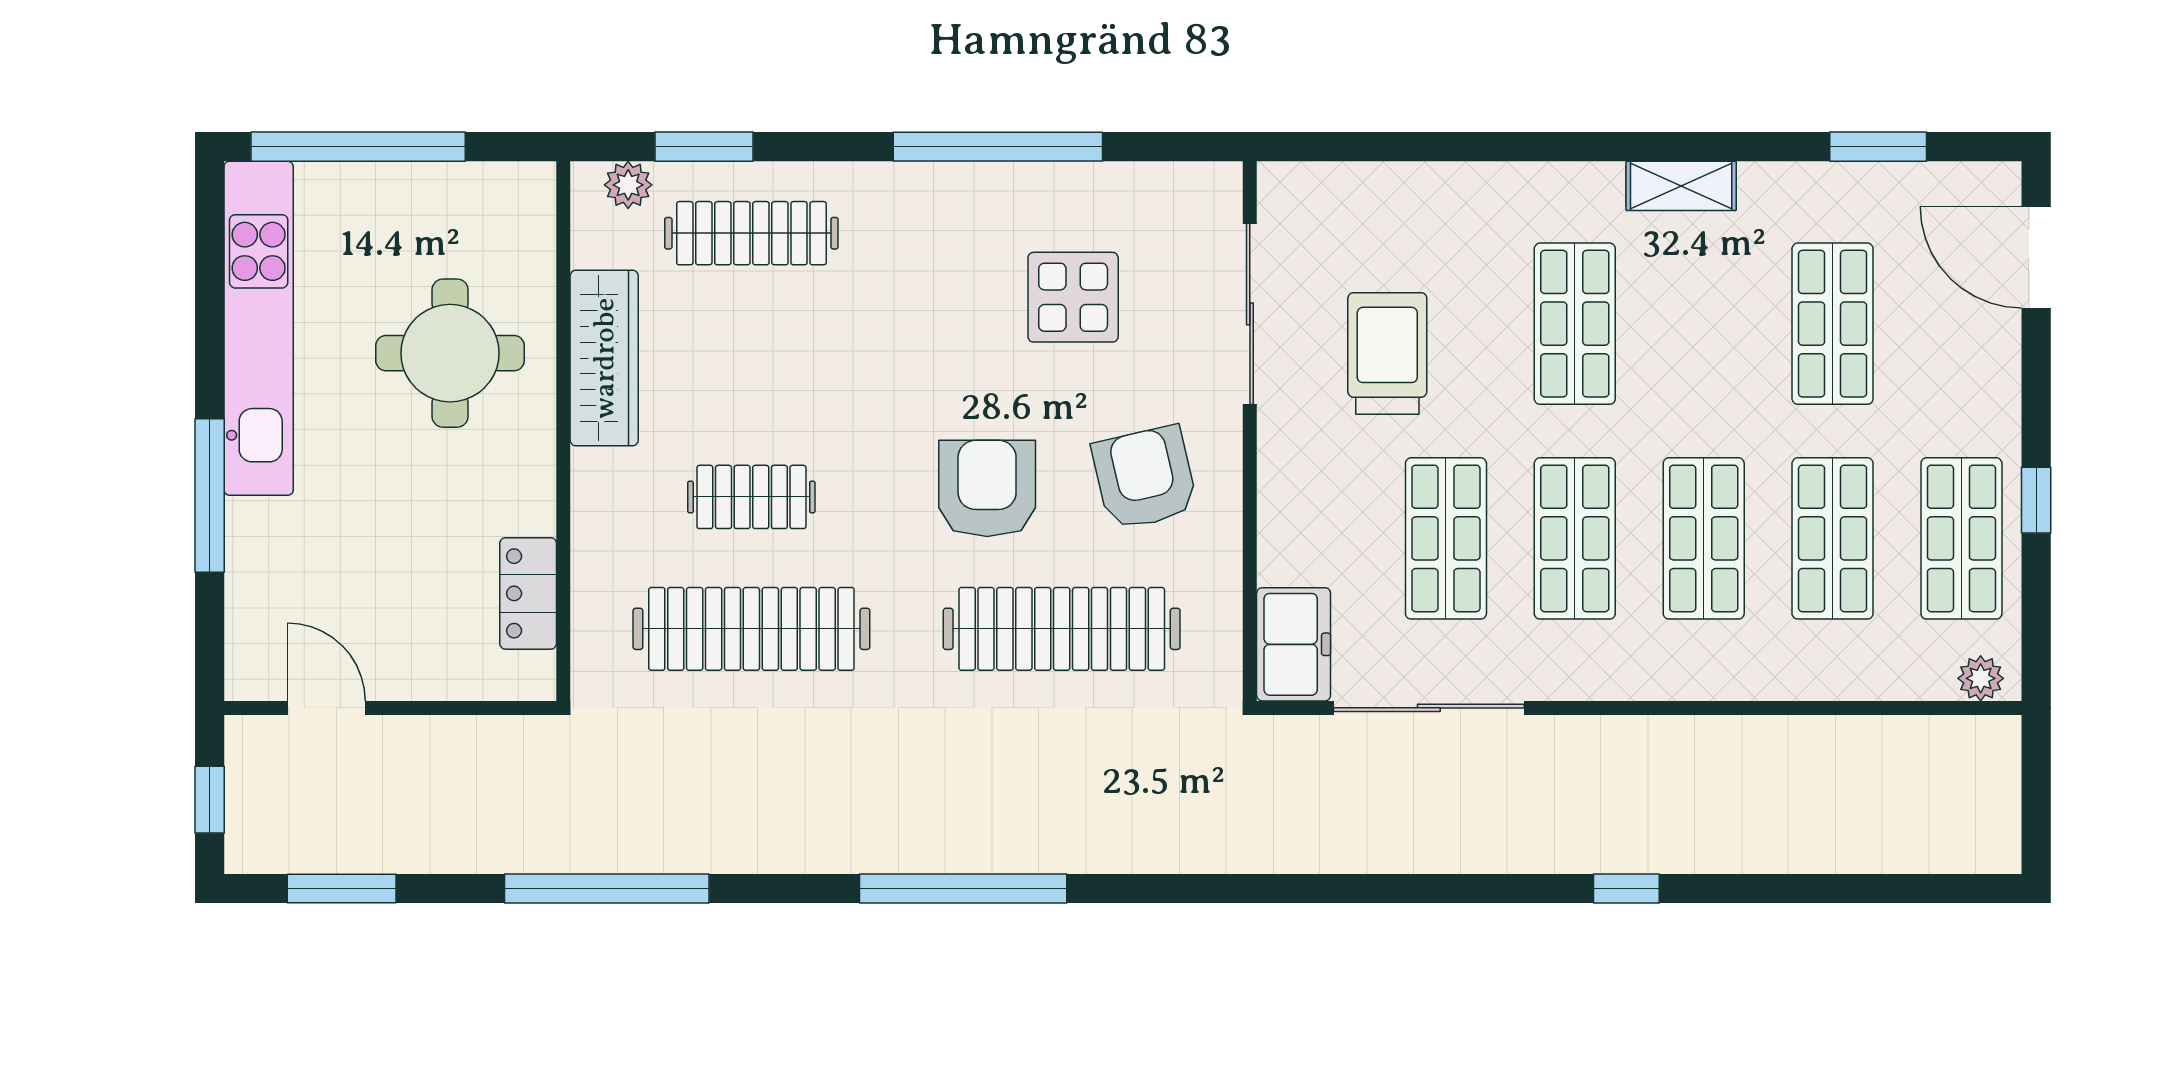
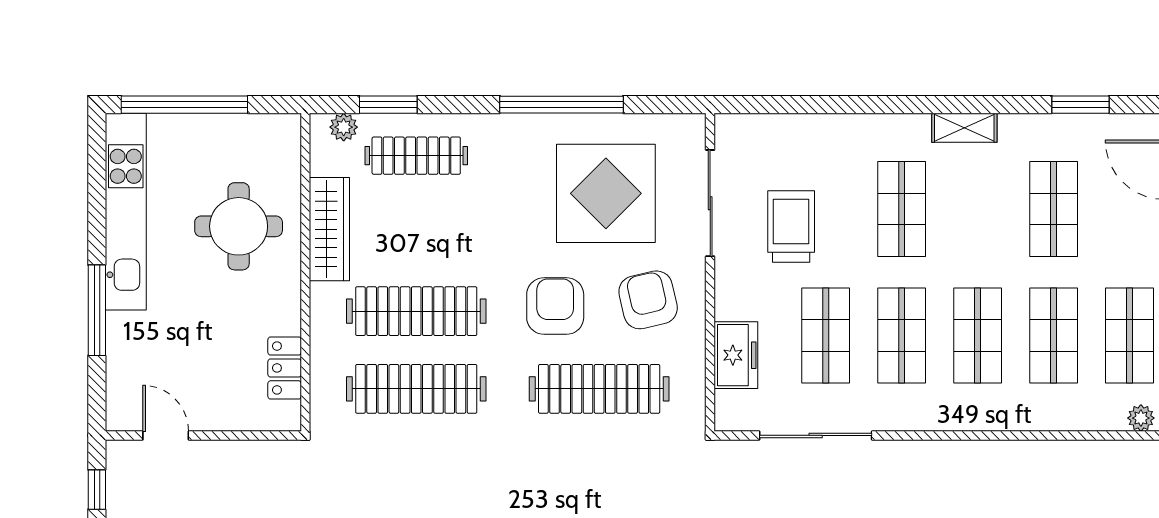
display table: (1073, 297) -> (606, 193), width x1.86, depth x1.86
clothes rail: (751, 497) -> (416, 311), width x1.86, depth x1.31
freezer: (1294, 644) -> (736, 355), moved

